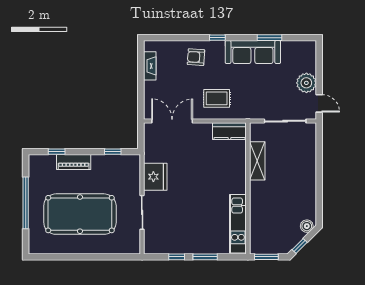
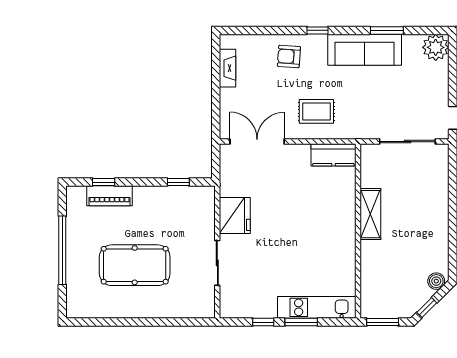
plant: (306, 83) -> (436, 47), moved
shelving: (257, 161) -> (370, 214), moved
piano: (74, 162) -> (109, 196), moved
pool table: (80, 214) -> (135, 265), width x0.73, depth x0.76
kitchen unit: (238, 224) -> (317, 307), moved, turned 90

